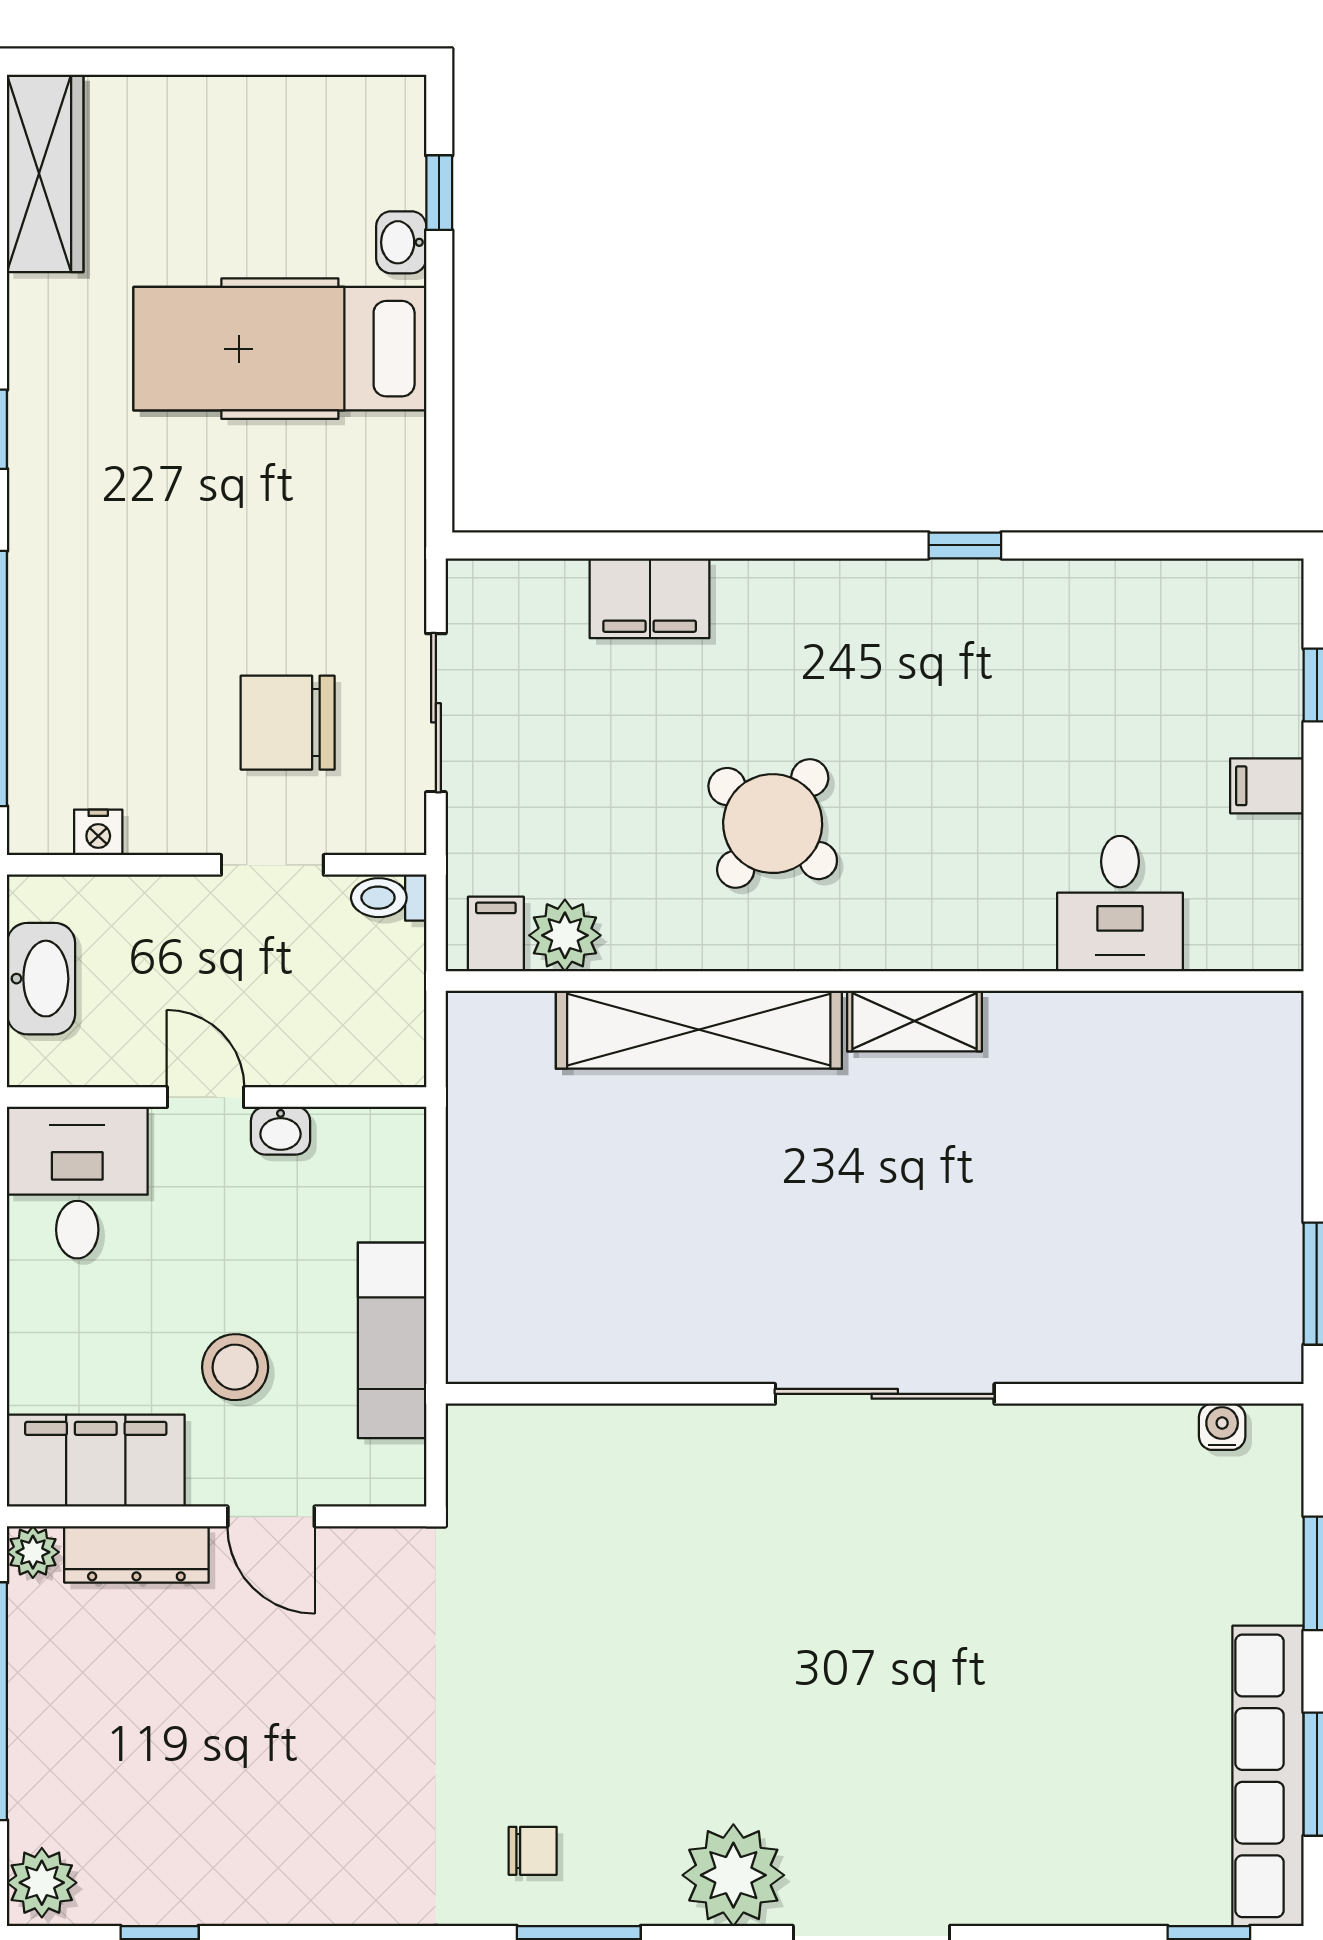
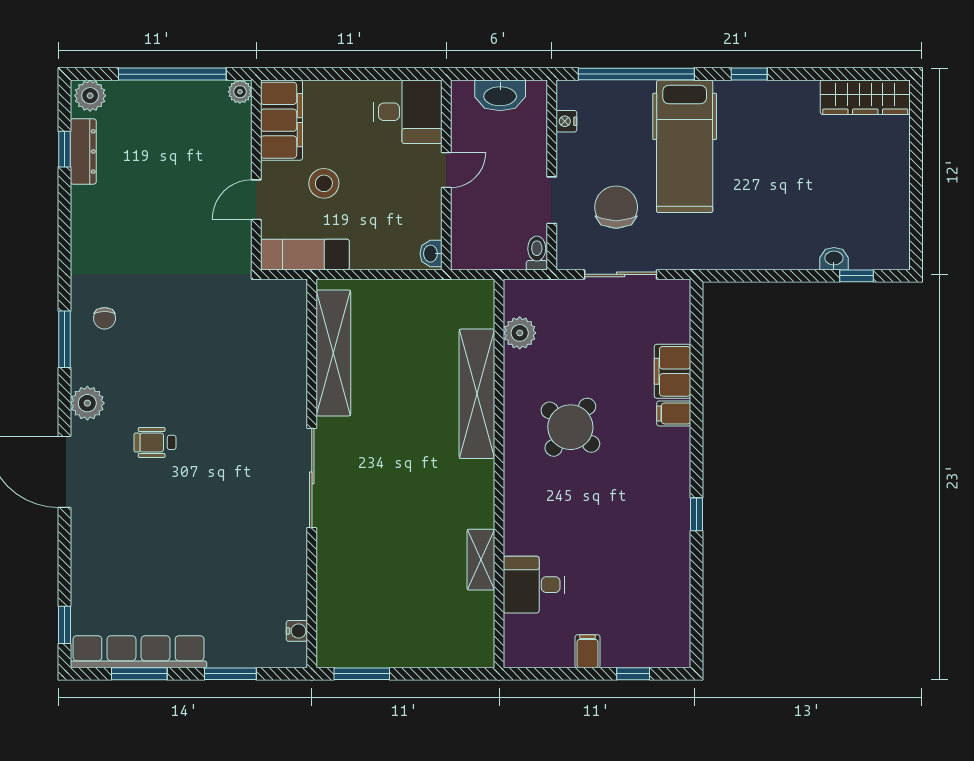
hospital bed: (280, 349) -> (685, 146), moved, turned 180
filing cabinet: (496, 934) -> (674, 413), moved, turned 180
shelving: (915, 1021) -> (481, 560), moved
washbasin: (281, 1131) -> (431, 254), moved
exam couch: (392, 1340) -> (305, 255), moved
shelving: (609, 1346) -> (333, 353), added
dresser: (136, 1554) -> (83, 151), moved, turned 180
wheelchair: (806, 1740) -> (155, 442), added
plant: (733, 1875) -> (87, 403), width x0.73, depth x0.73

